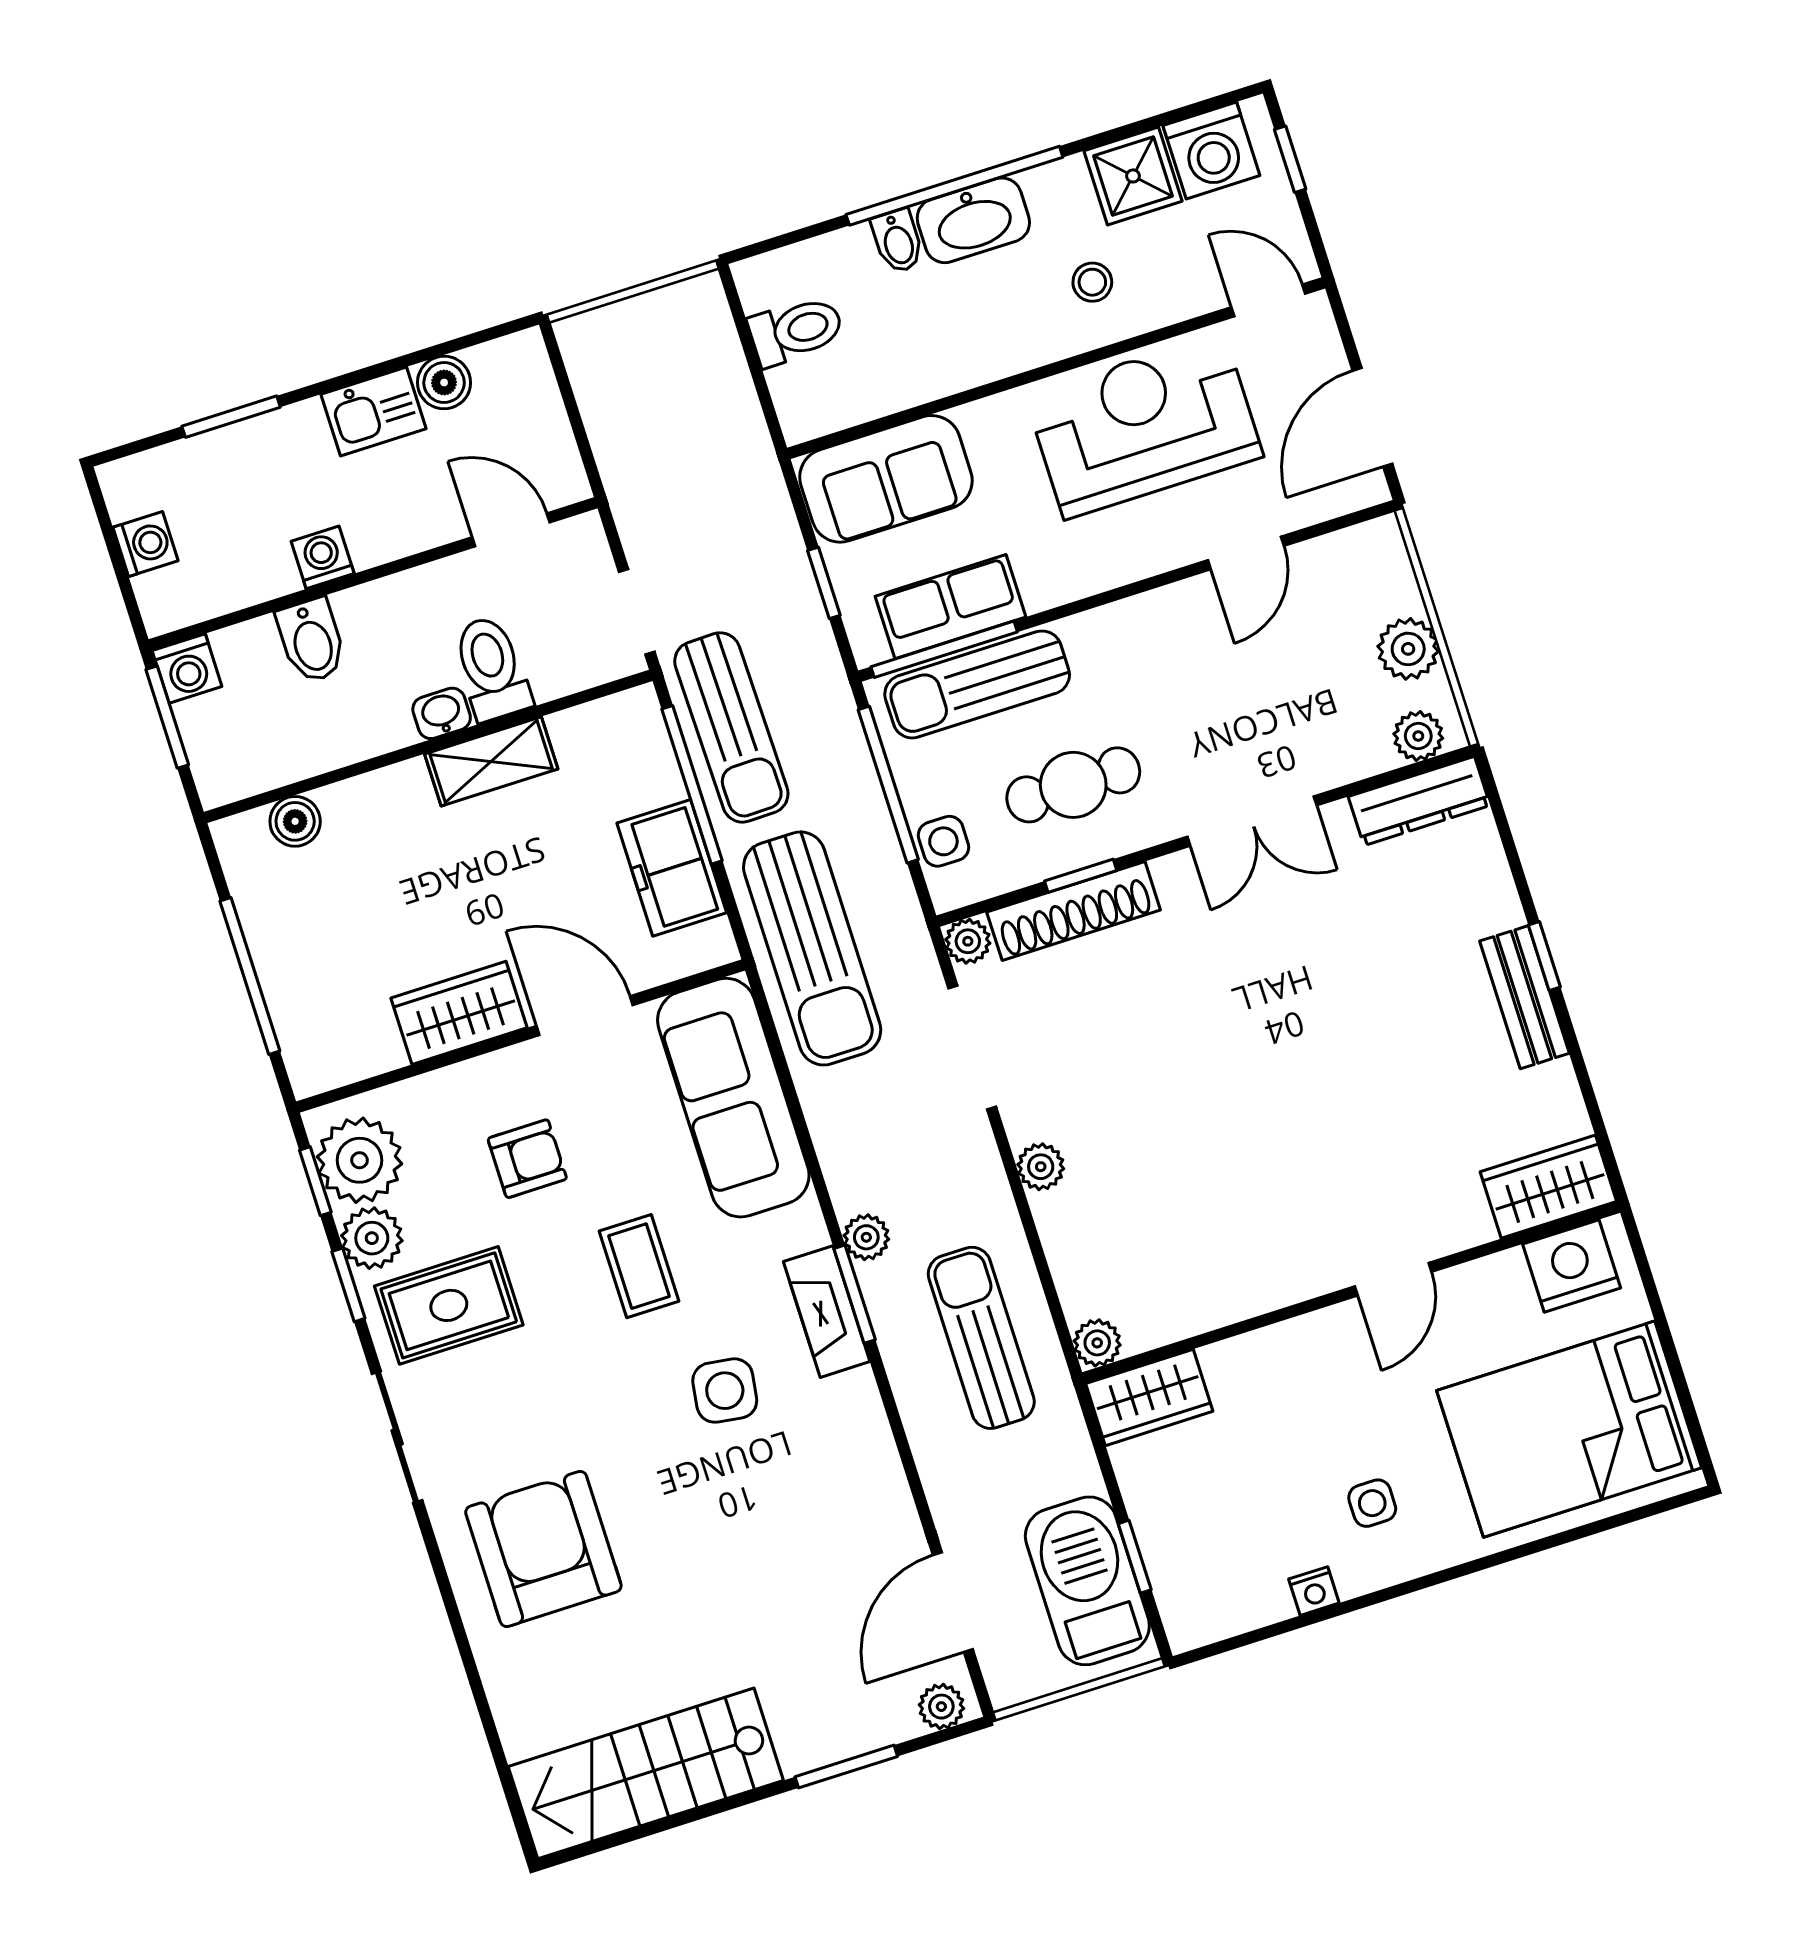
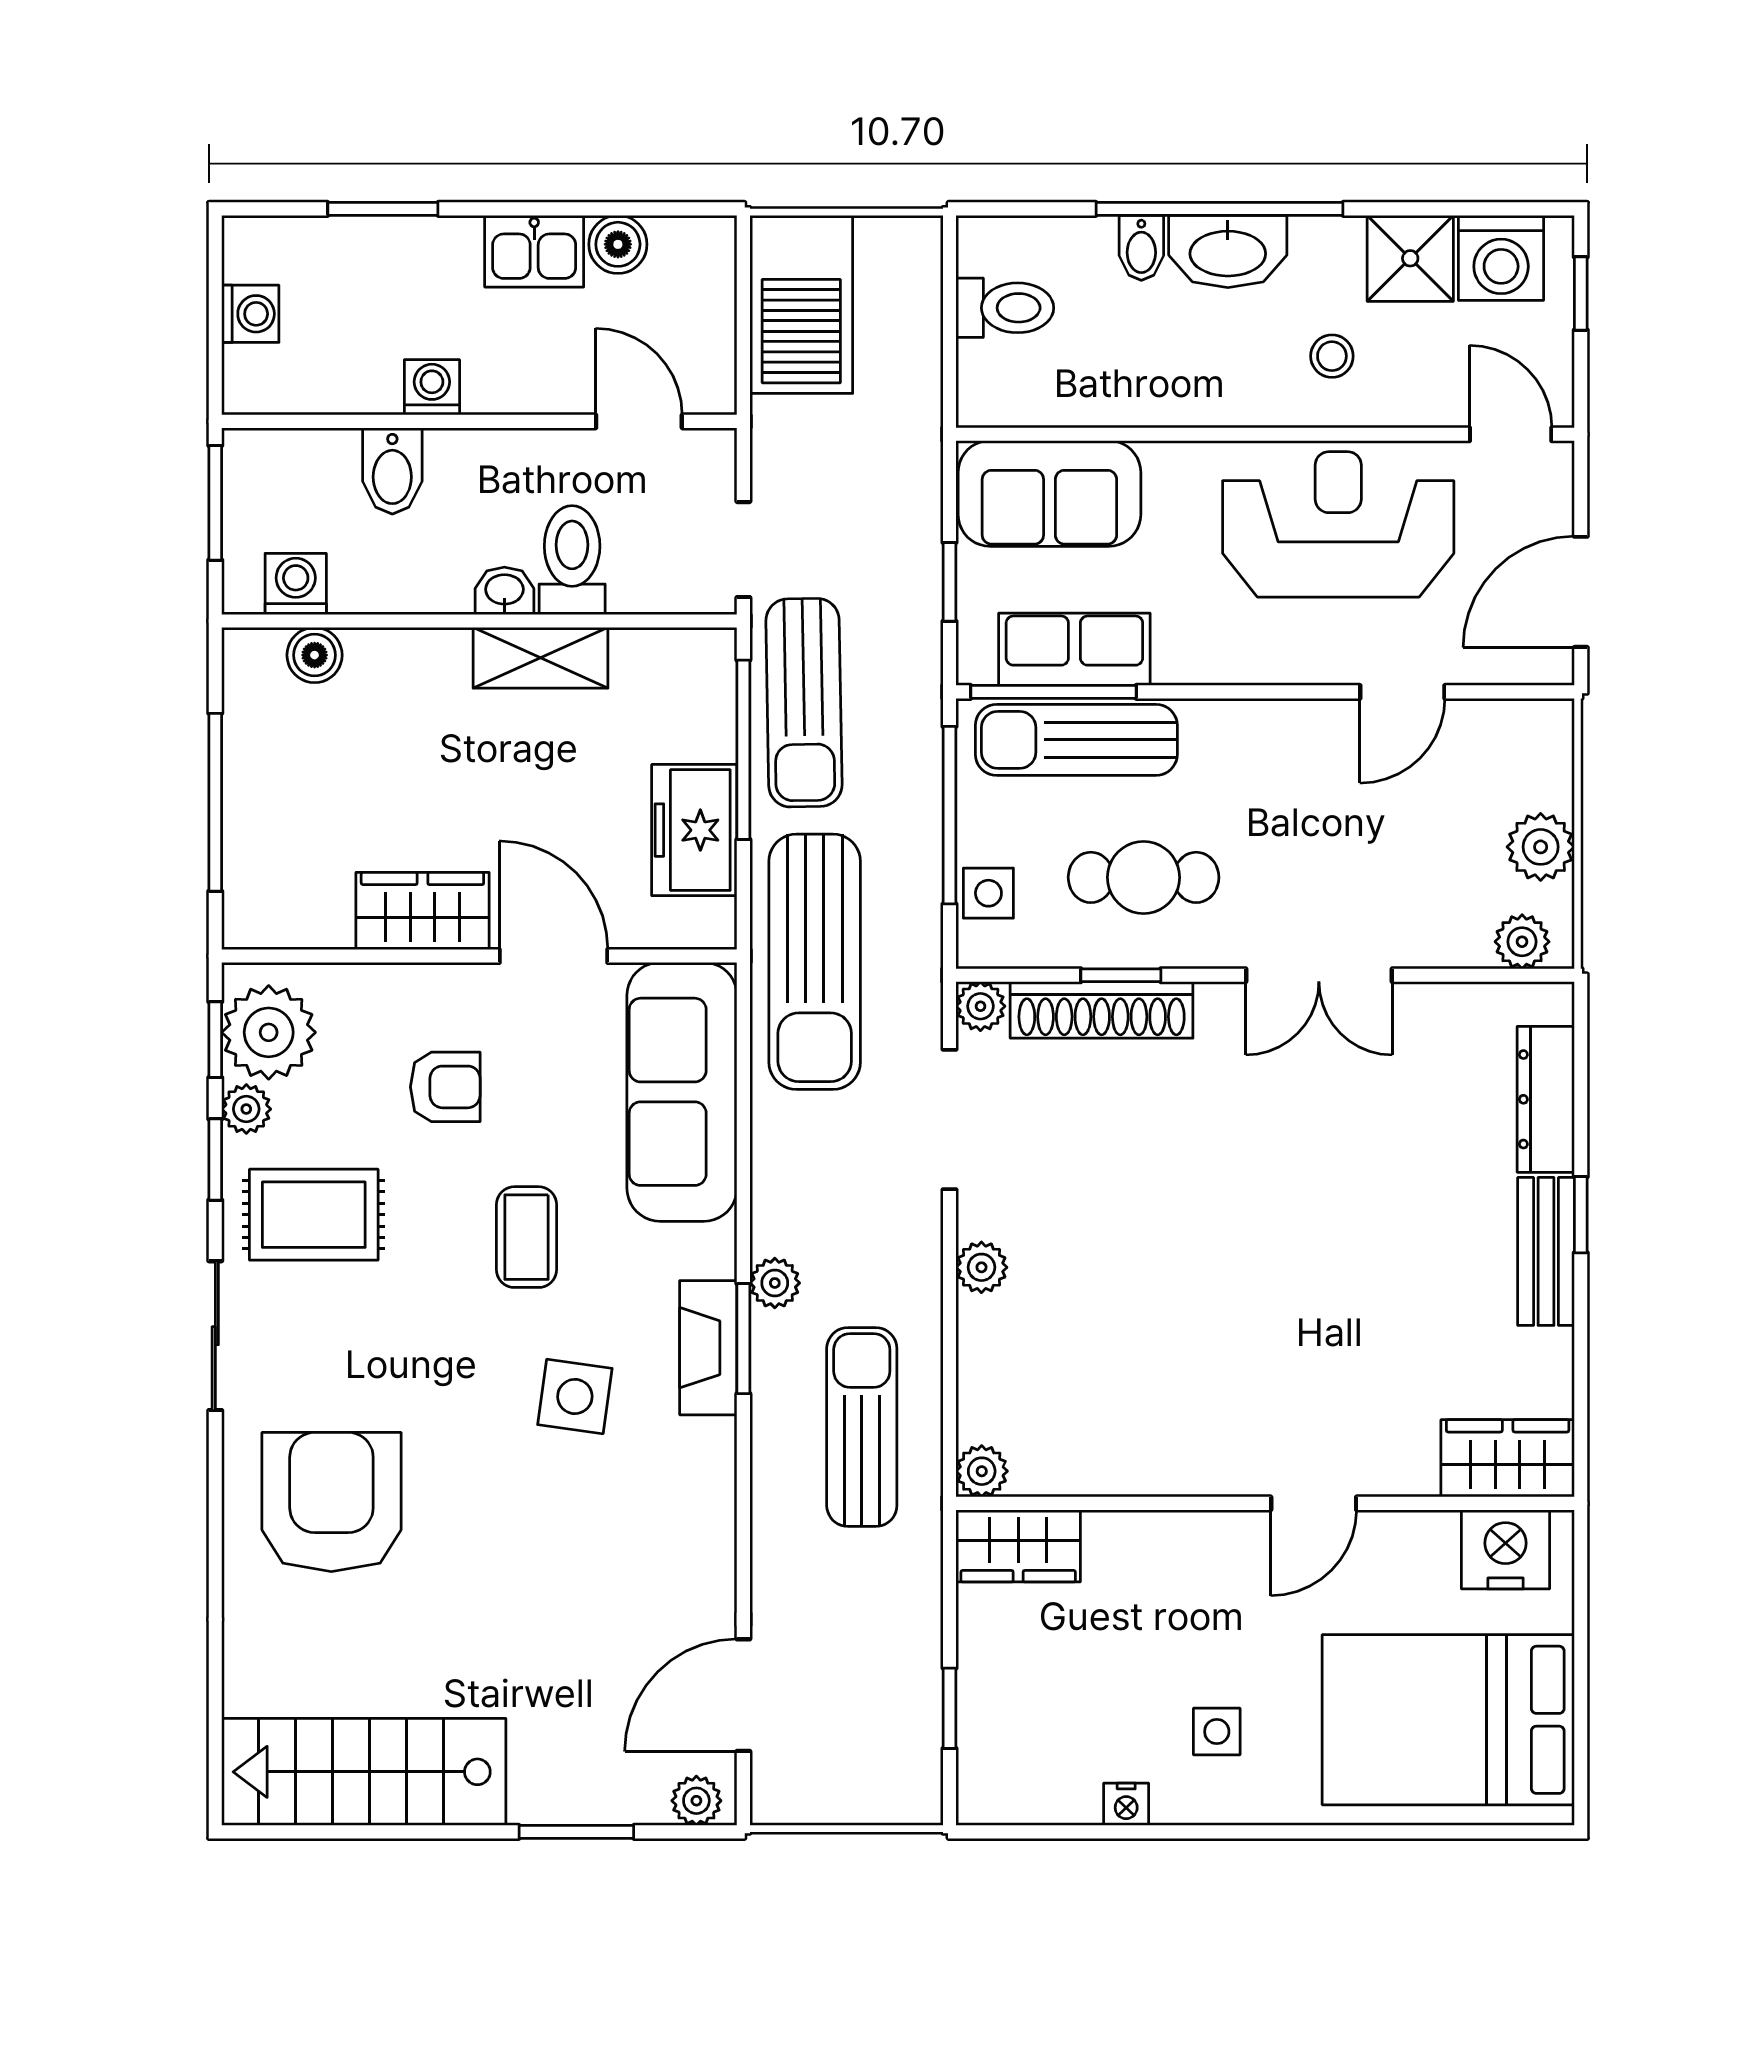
washing machine: (187, 668) -> (296, 584), moved, turned 180
dresser: (1419, 801) -> (1546, 1099), moved, turned 90
plant: (372, 1238) -> (246, 1109), width x0.73, depth x0.73
barbecue: (1087, 1581) -> (801, 304), moved, turned 180

